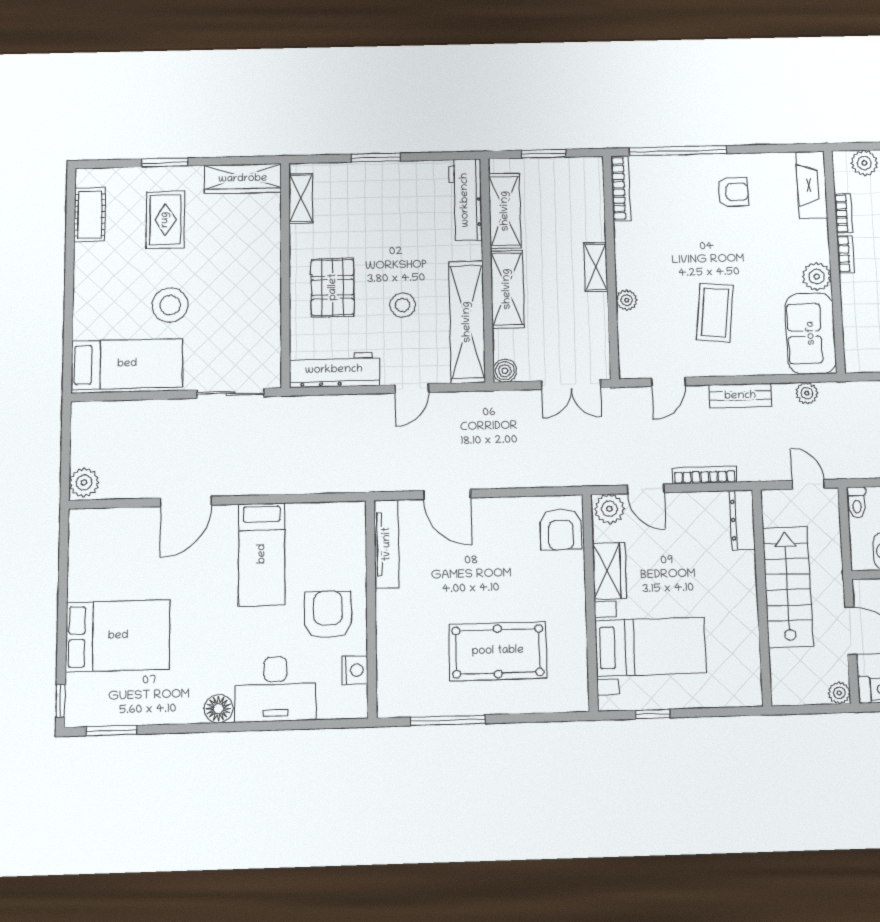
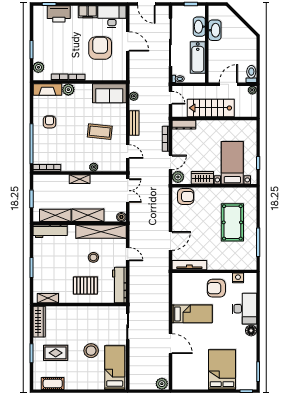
plant: (817, 276) -> (68, 90), moved
door: (808, 484) -> (170, 98), swing flipped

